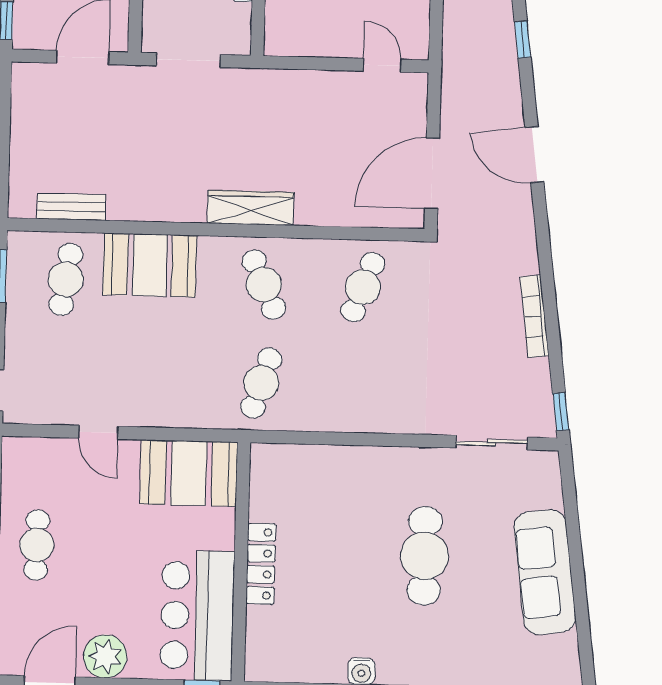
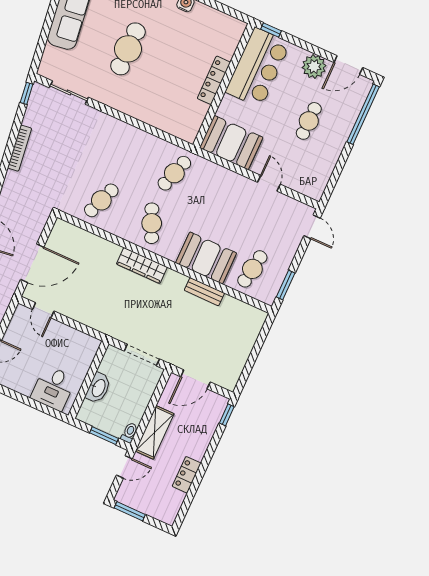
door: (432, 173) -> (32, 263), moved
bench: (71, 207) -> (204, 292), moved
cafe table: (37, 545) -> (309, 121), moved

